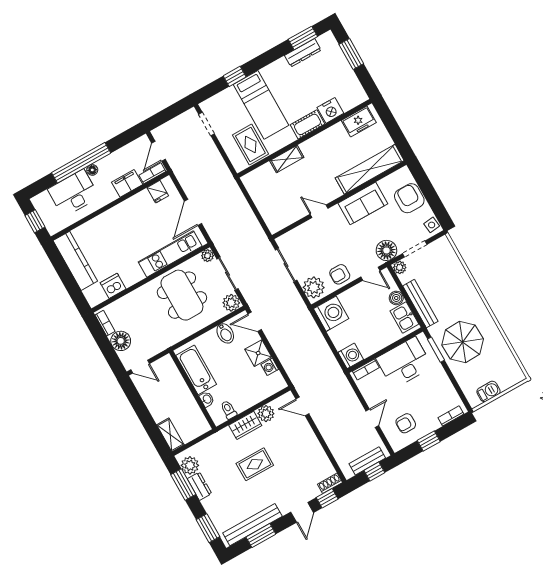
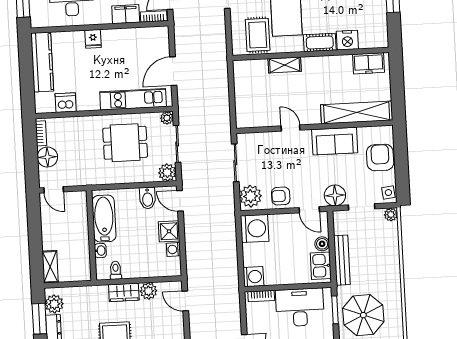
fridge: (158, 192) -> (93, 39), moved
plant: (400, 267) -> (391, 215), moved
dining table: (182, 295) -> (125, 143), width x0.73

